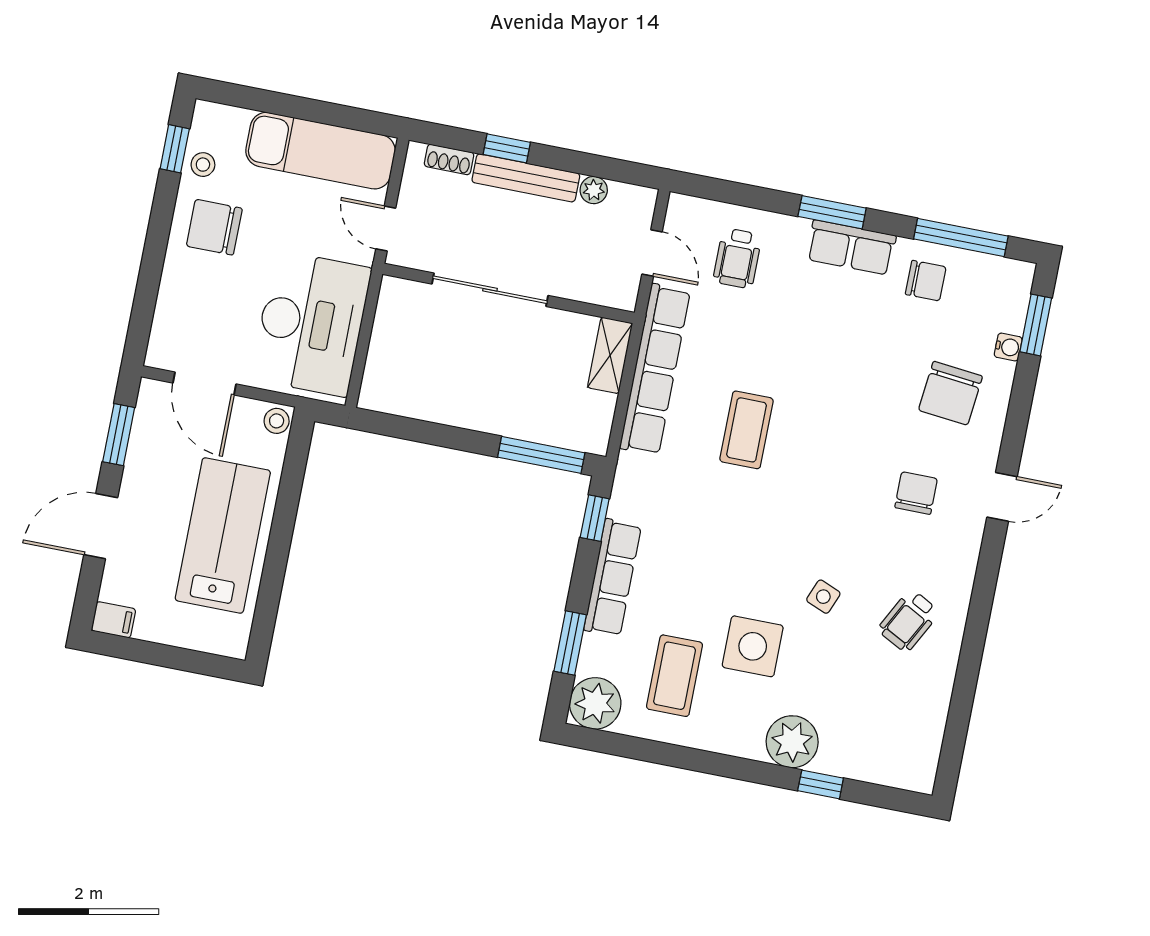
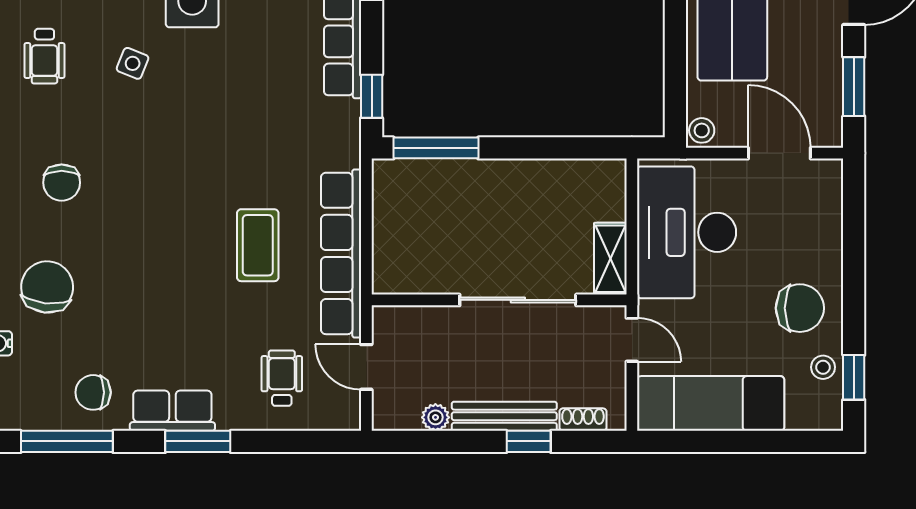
shelving: (610, 355) -> (610, 259), moved
coffee table: (746, 430) -> (258, 245), moved
wheelchair: (909, 621) -> (44, 56), turned 152

